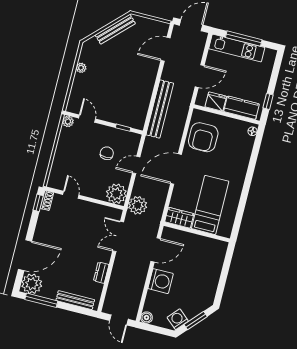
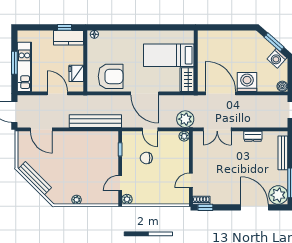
window: (244, 39) -> (14, 63), width x0.69
kitchen counter: (242, 108) -> (69, 38), moved, turned -90
plant: (116, 194) -> (184, 136), width x0.53, depth x0.53
door: (156, 250) -> (221, 93), width x1.36

